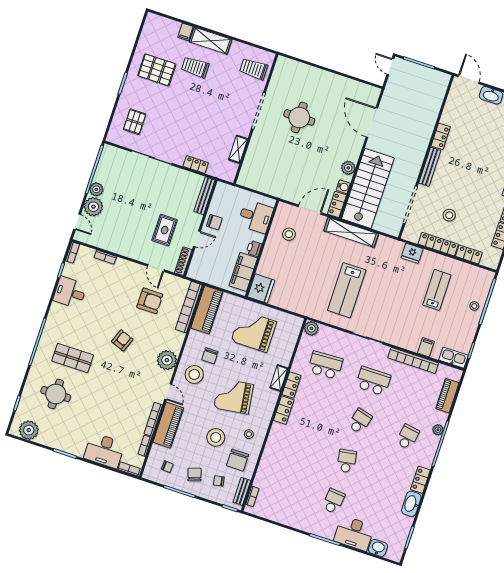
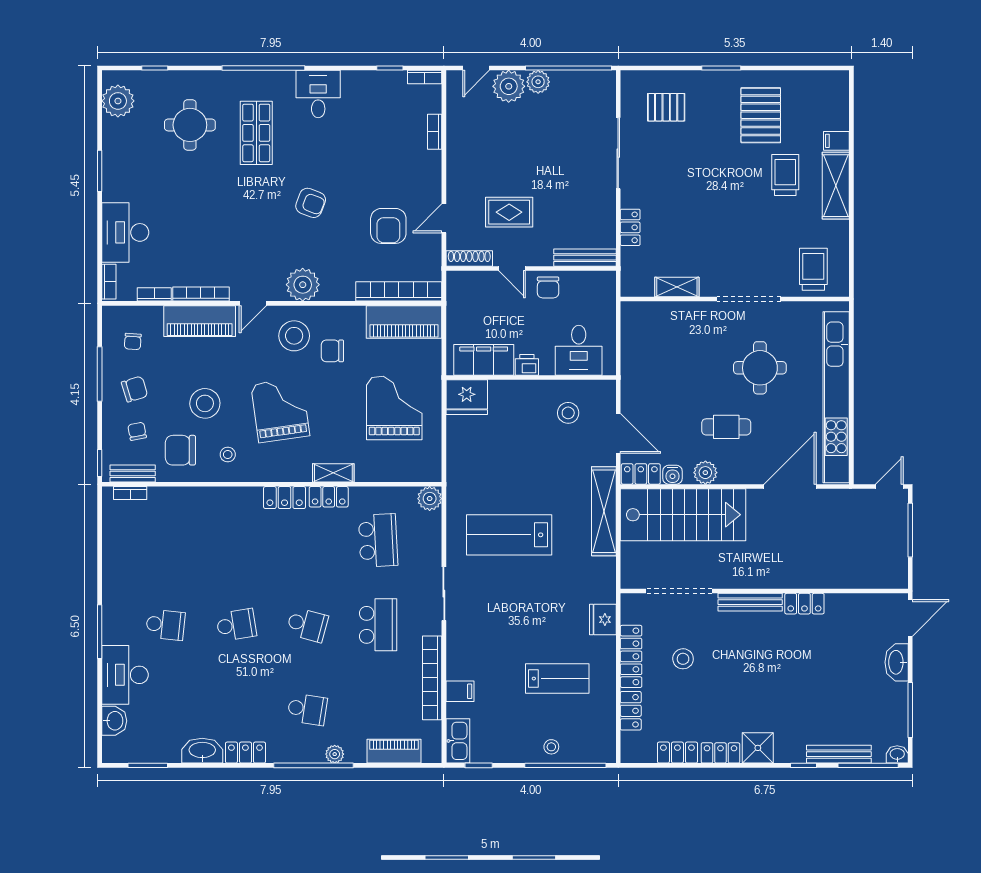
kitchen unit: (330, 80) -> (836, 397), added
cafe table: (326, 148) -> (726, 427), added
desk: (70, 292) -> (318, 94), moved

